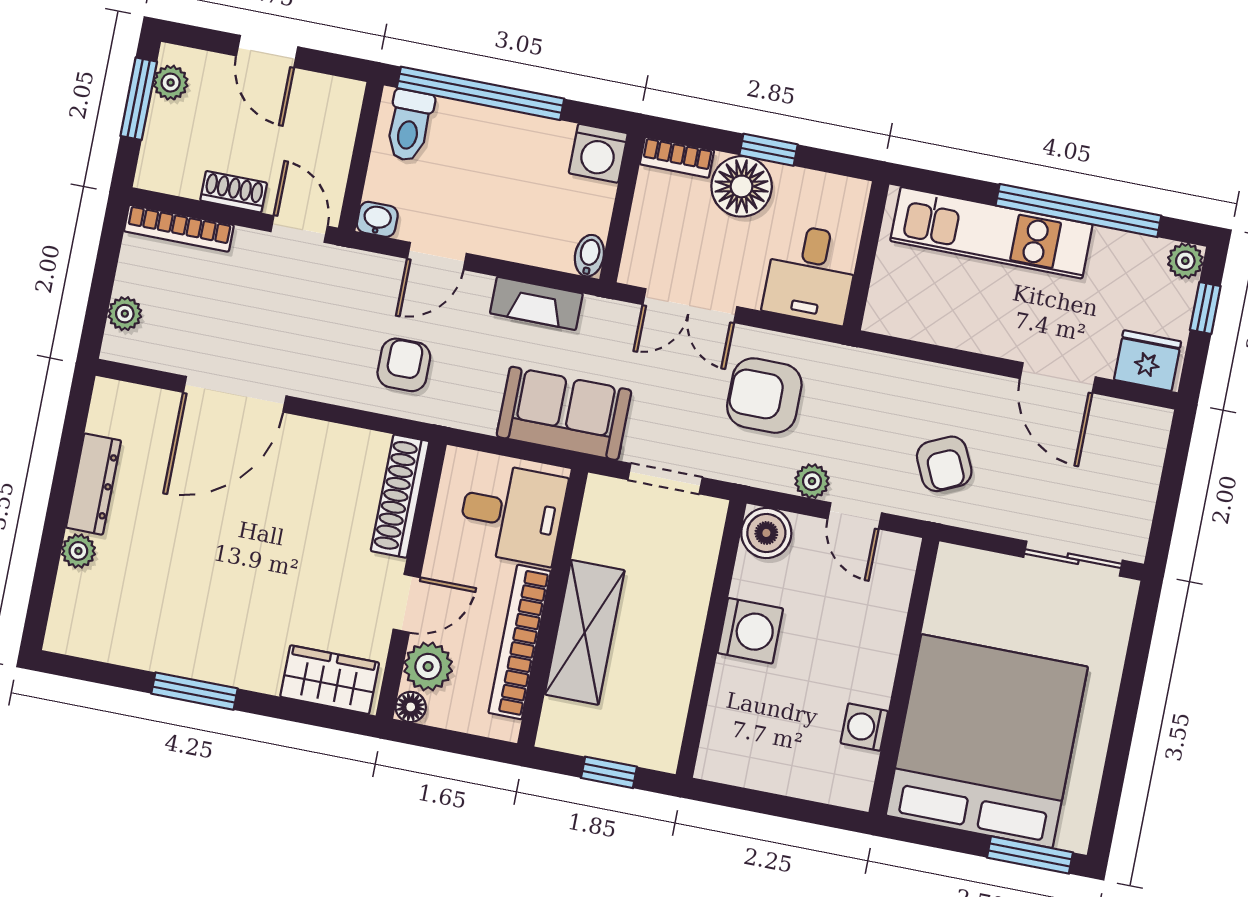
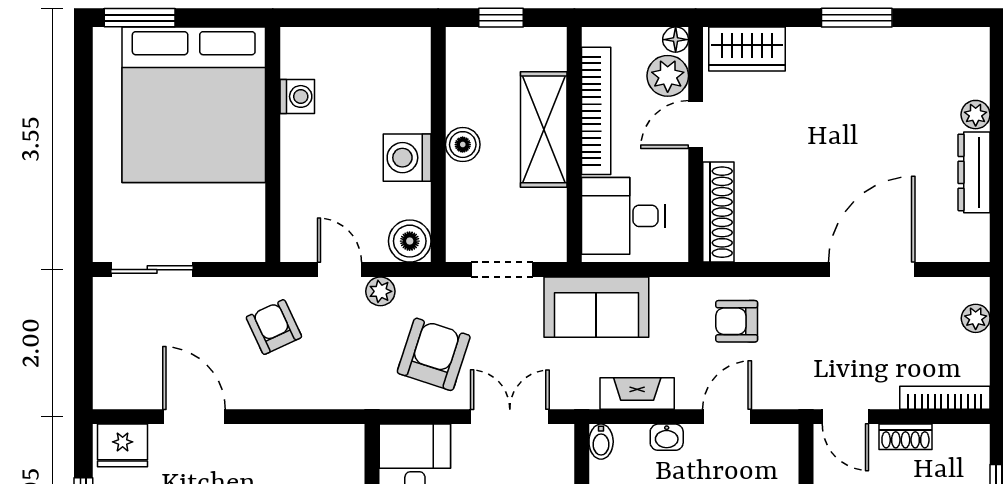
washbasin: (377, 219) -> (667, 437), moved
armchair: (404, 365) -> (737, 321), turned 90
armchair: (764, 396) -> (434, 354), turned -72
boiler: (683, 633) -> (463, 145), added

